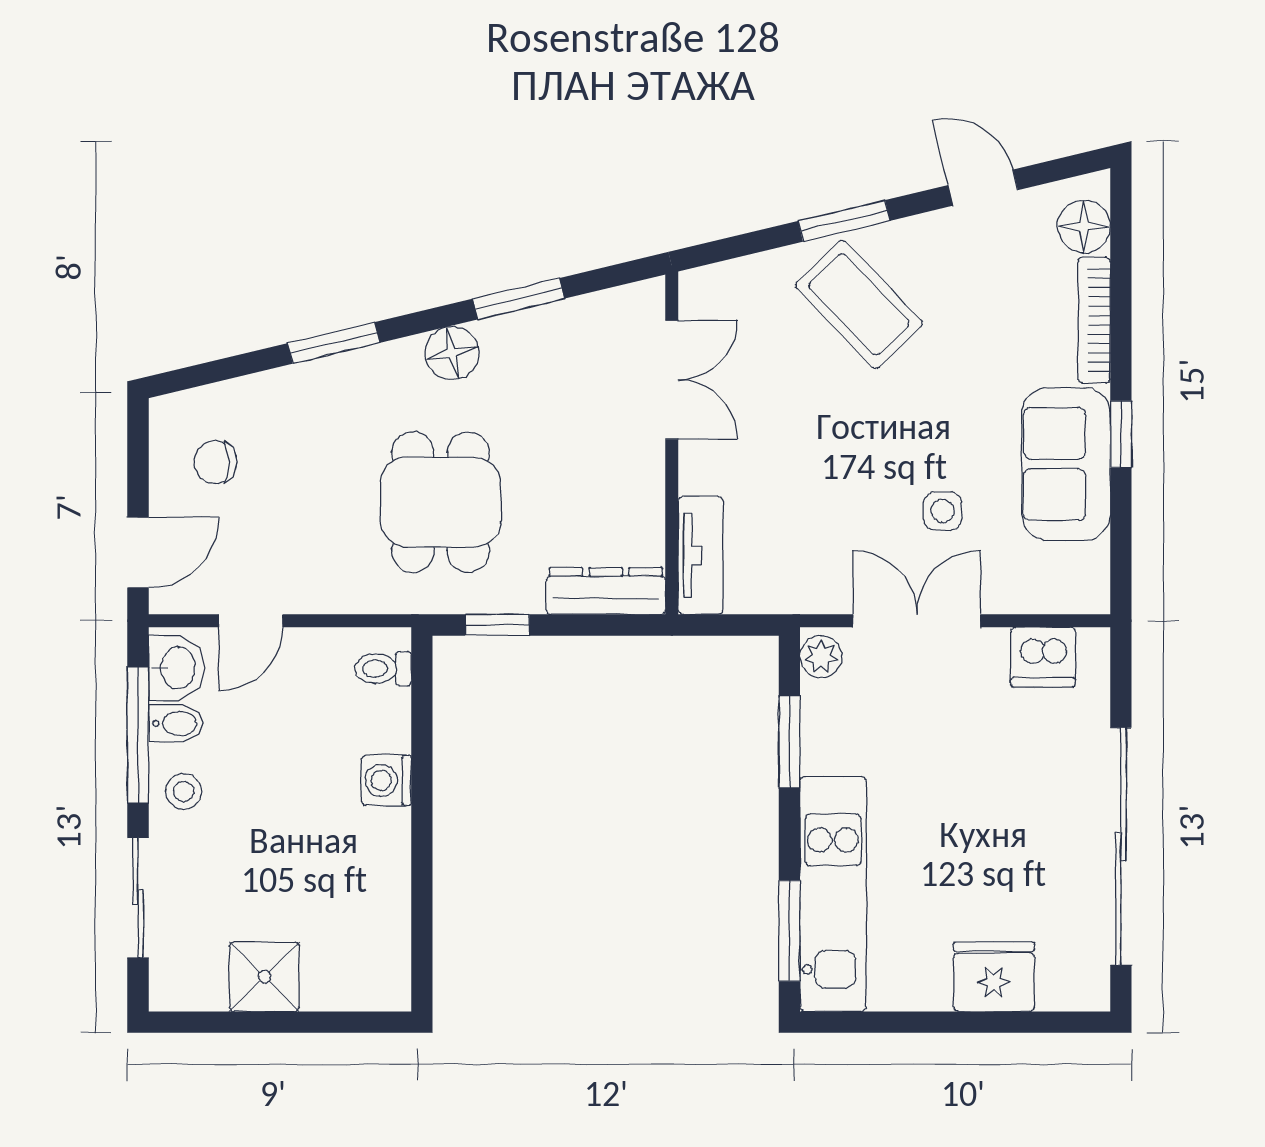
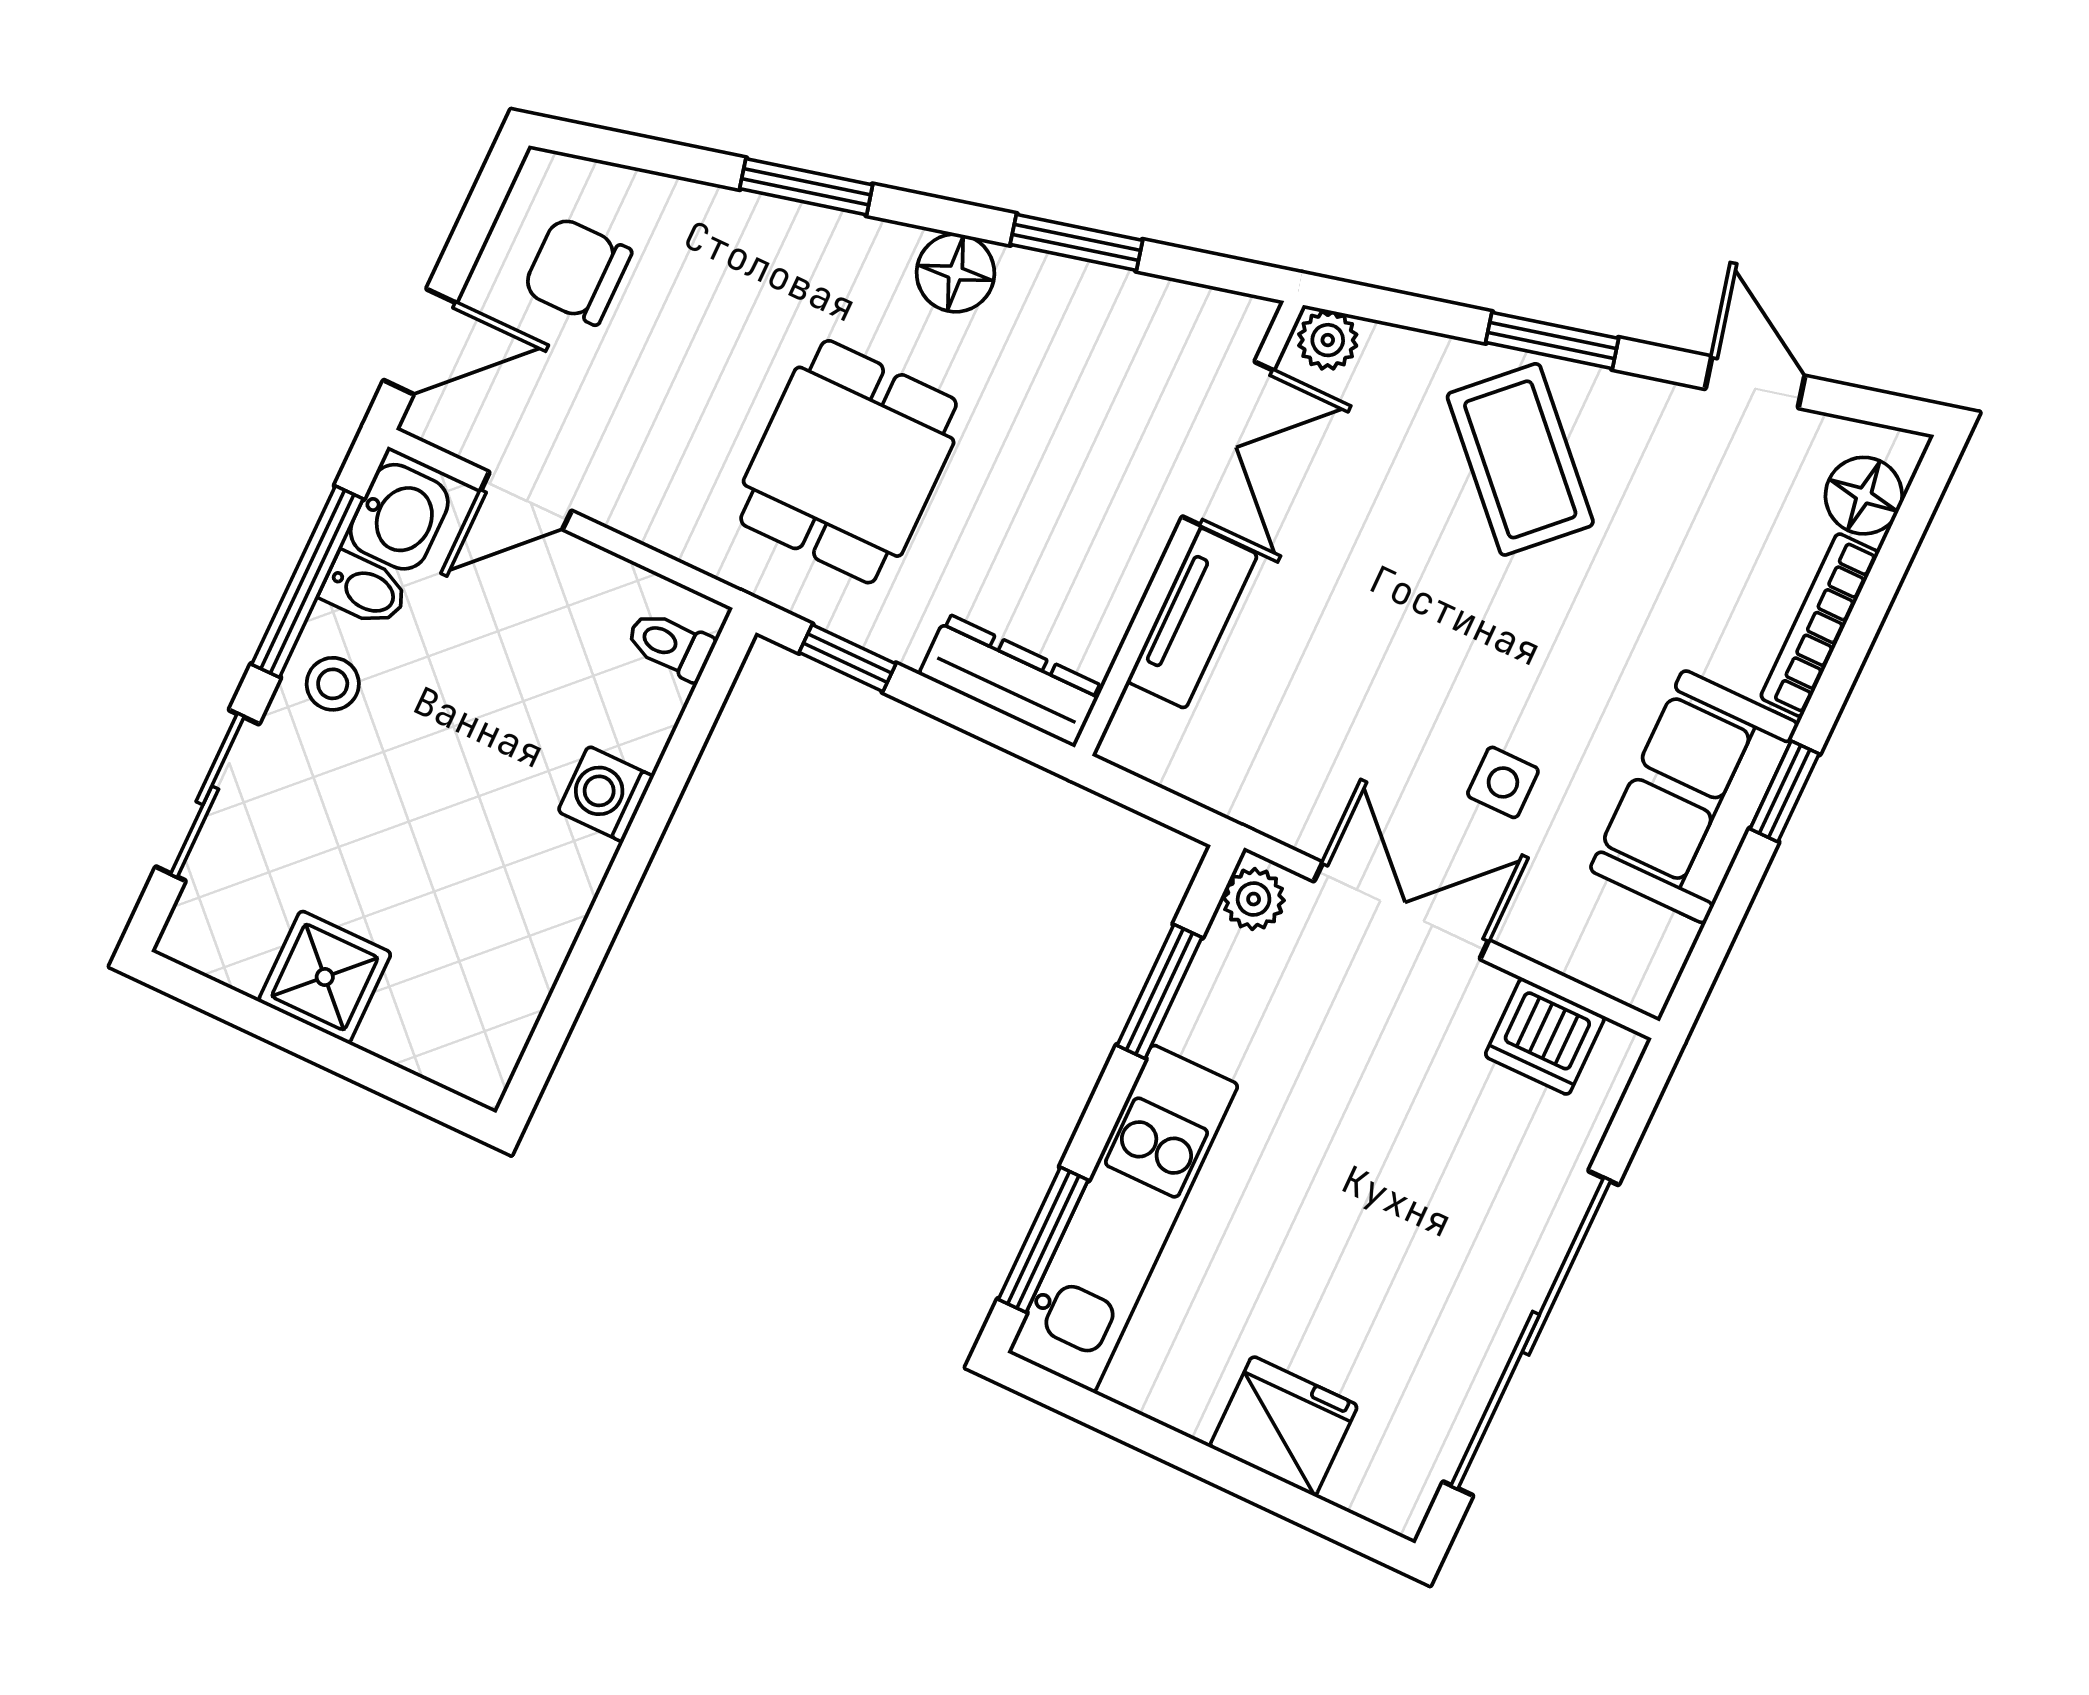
plant: (704, 286) -> (1328, 340), added
chair: (215, 462) -> (577, 271), width x1.37, depth x1.37
tv unit: (701, 555) -> (1192, 618), moved

